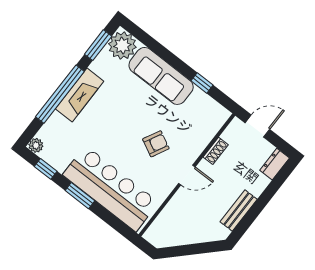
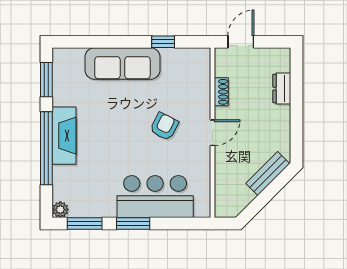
plant: (122, 46) -> (68, 63), removed
dresser: (275, 164) -> (282, 89), moved
window: (46, 169) -> (85, 223), width x1.50
bar counter: (111, 189) -> (155, 197), width x0.73
bench: (239, 211) -> (268, 174), moved, turned 45

